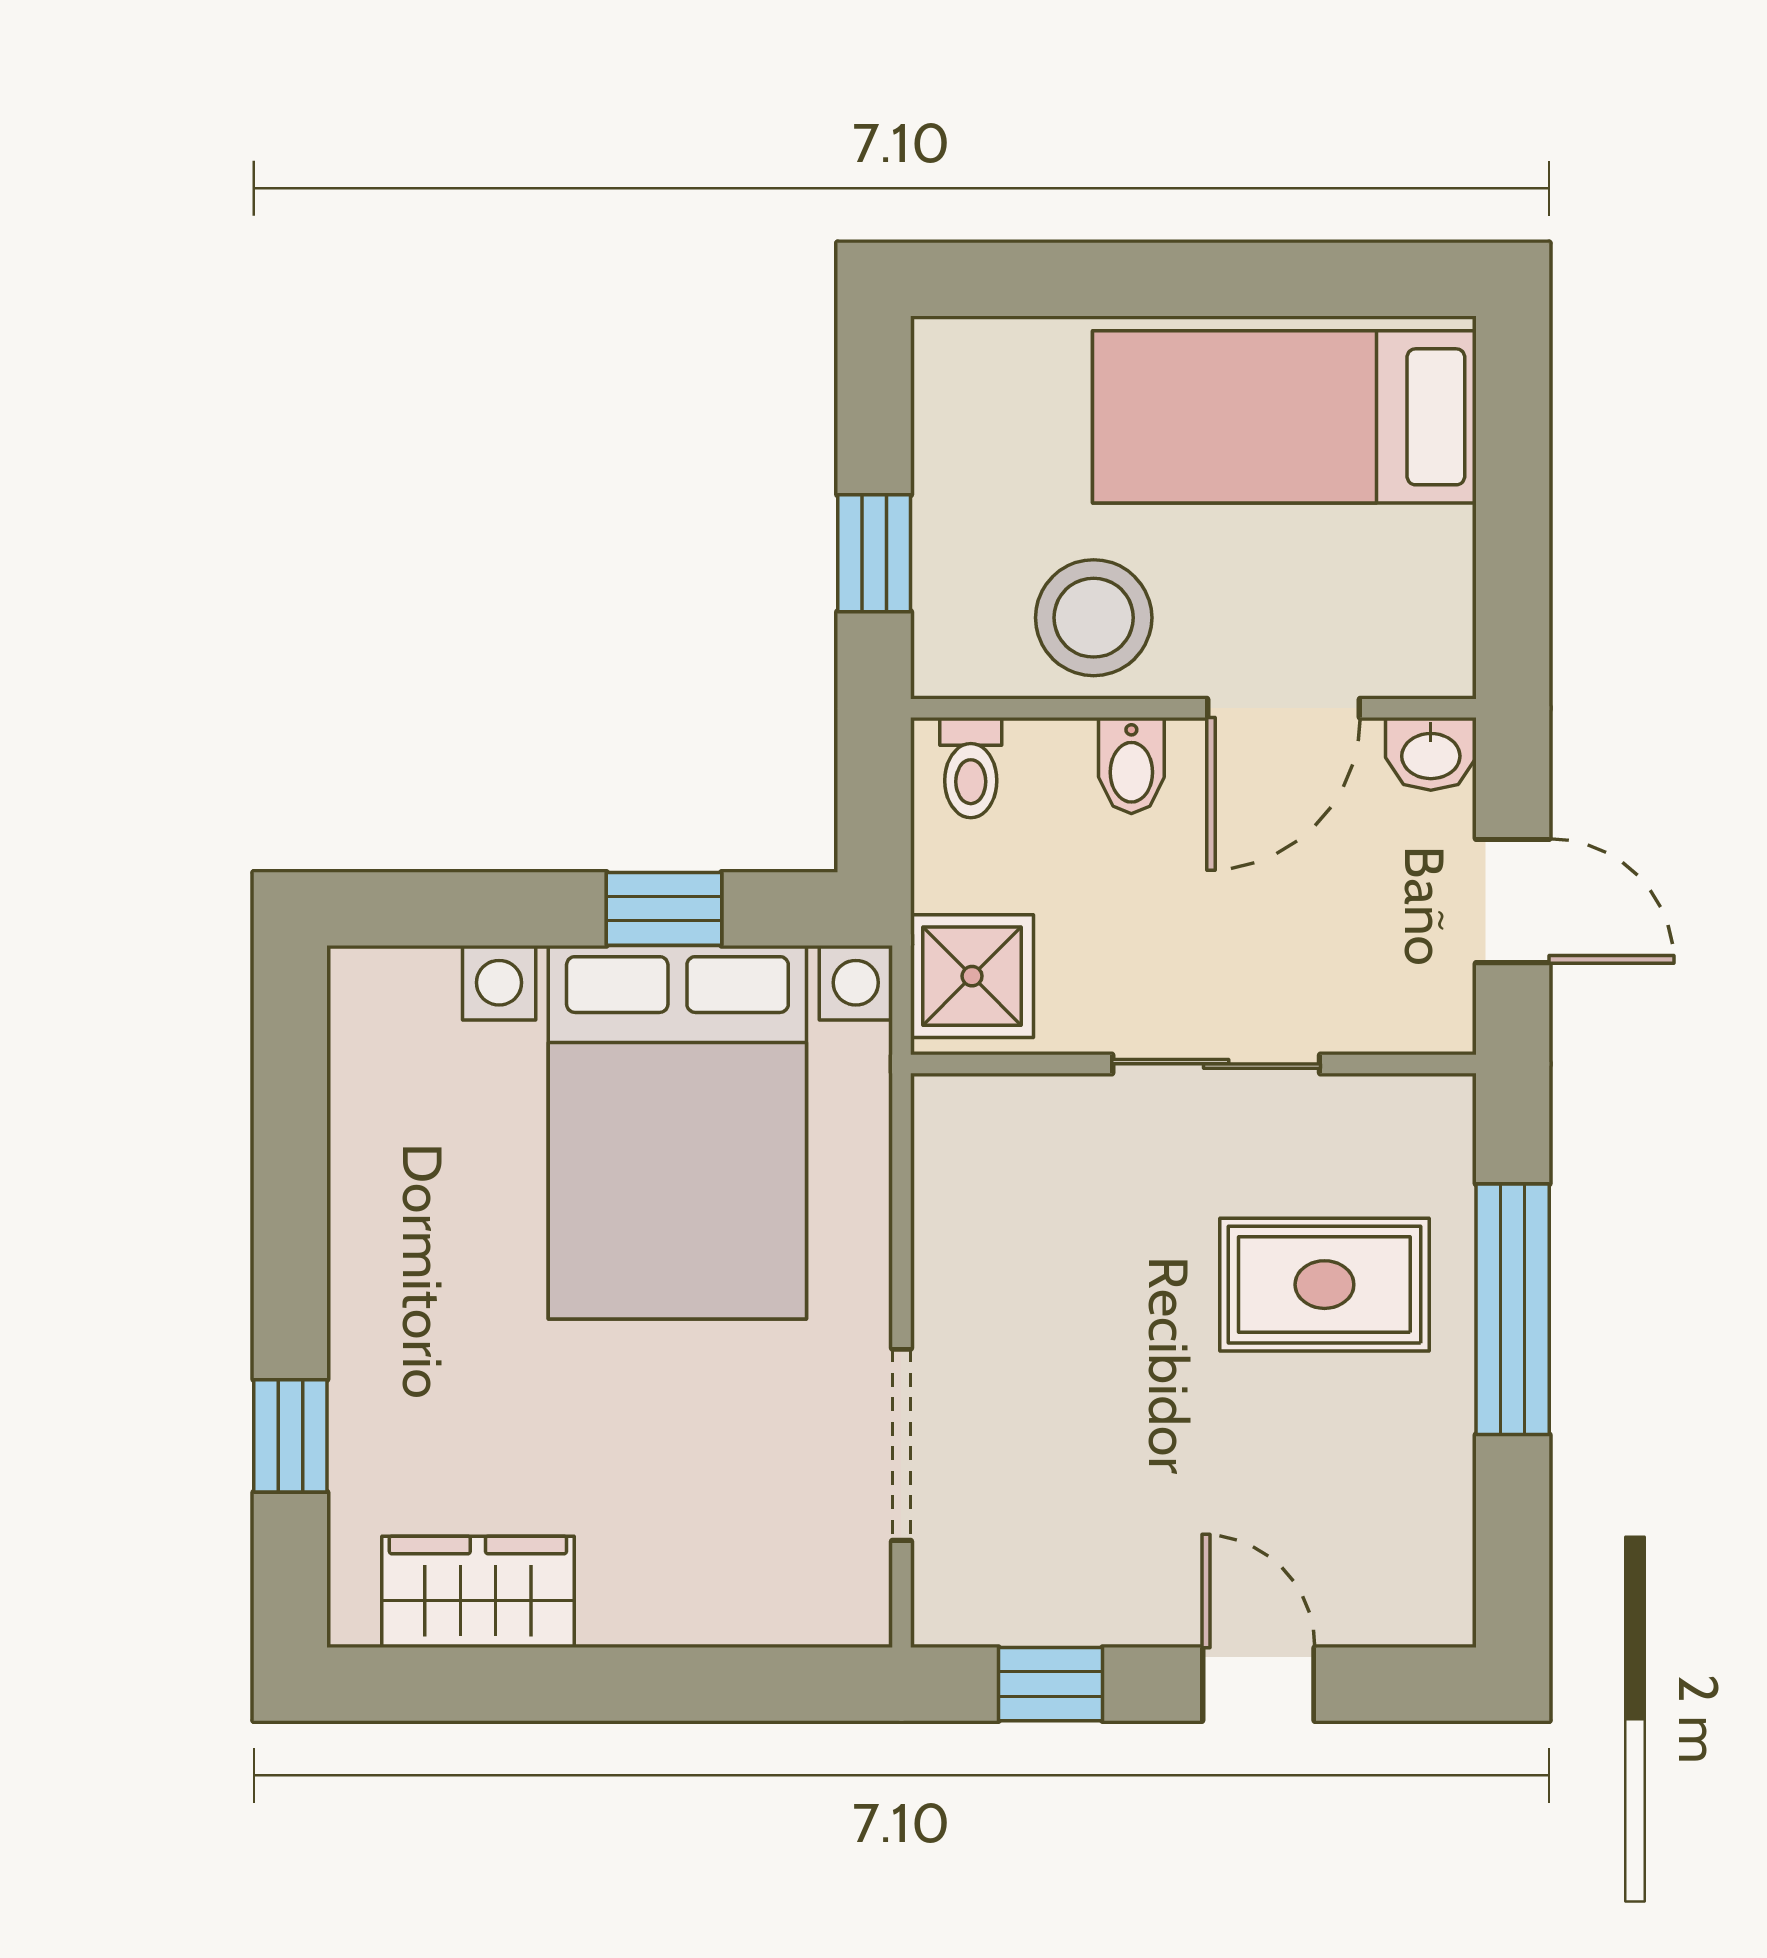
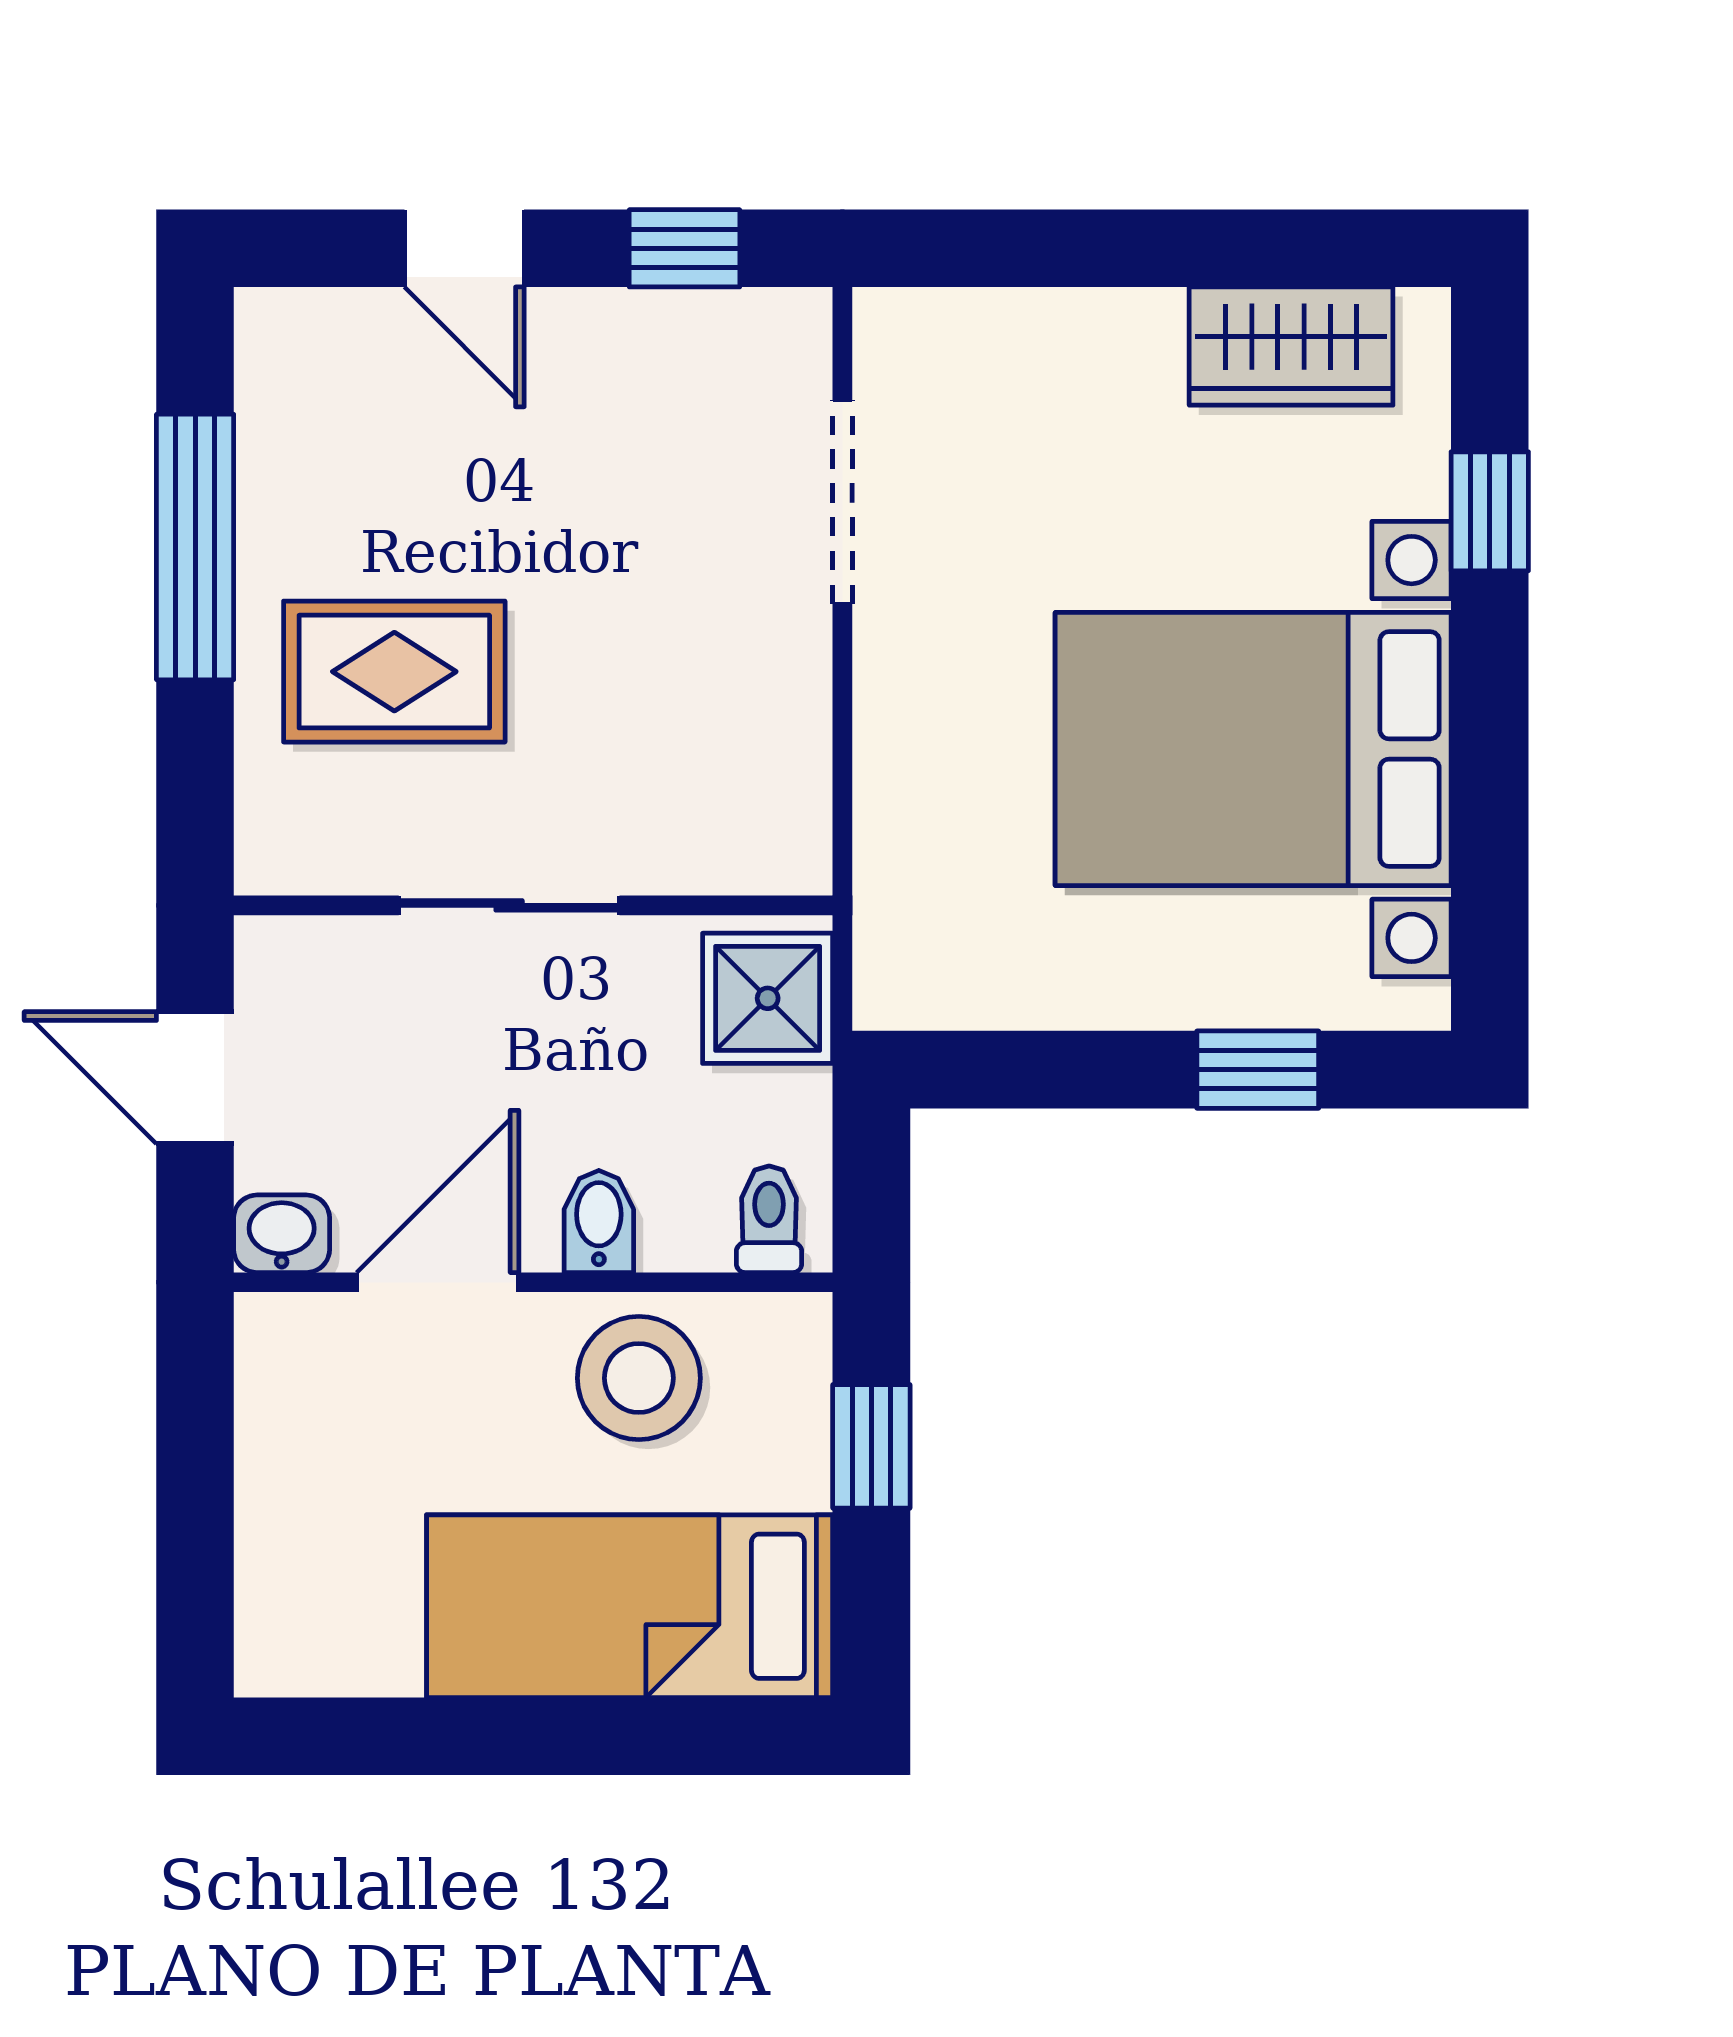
bed: (1284, 417) -> (630, 1606), moved, turned 180
window: (664, 909) -> (1258, 1070), moved
bed with nightstands: (677, 1132) -> (1253, 749), moved, turned -90
window: (1513, 1309) -> (195, 547), moved

